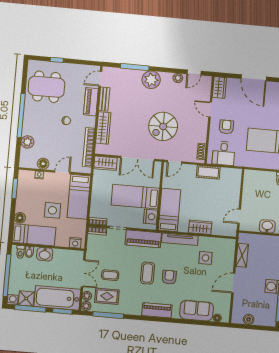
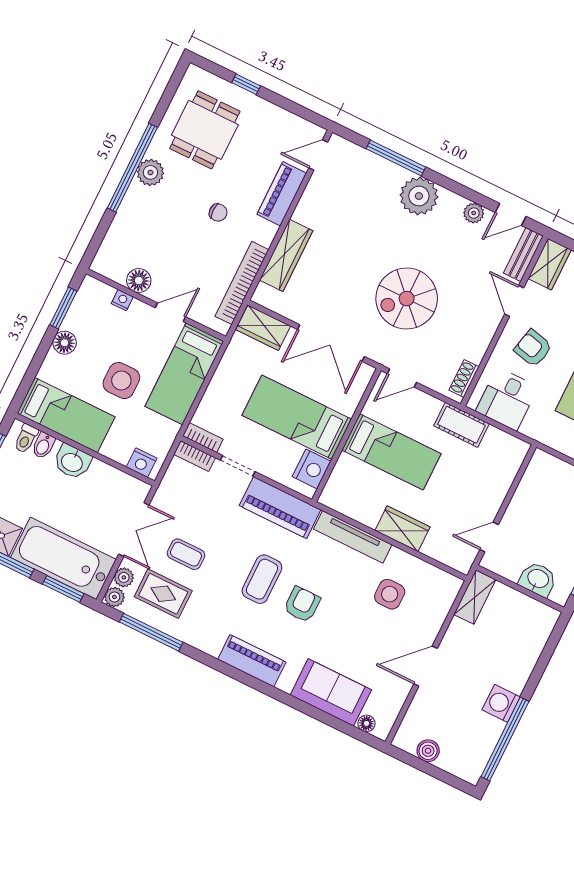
dining table: (46, 87) -> (205, 130), width x0.73
bench: (104, 99) -> (523, 255), moved
armchair: (226, 127) -> (533, 348), turned -77
plant: (27, 142) -> (150, 172), moved
bed: (169, 210) -> (391, 452), moved, turned 90
floor lamp: (20, 218) -> (65, 343), moved
shelving: (242, 255) -> (475, 597), moved

